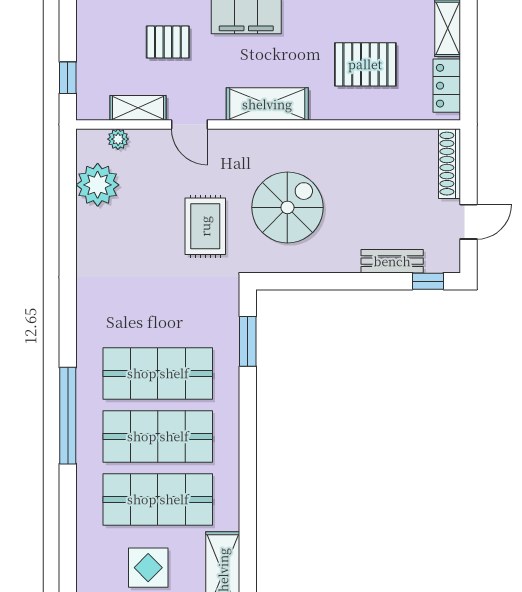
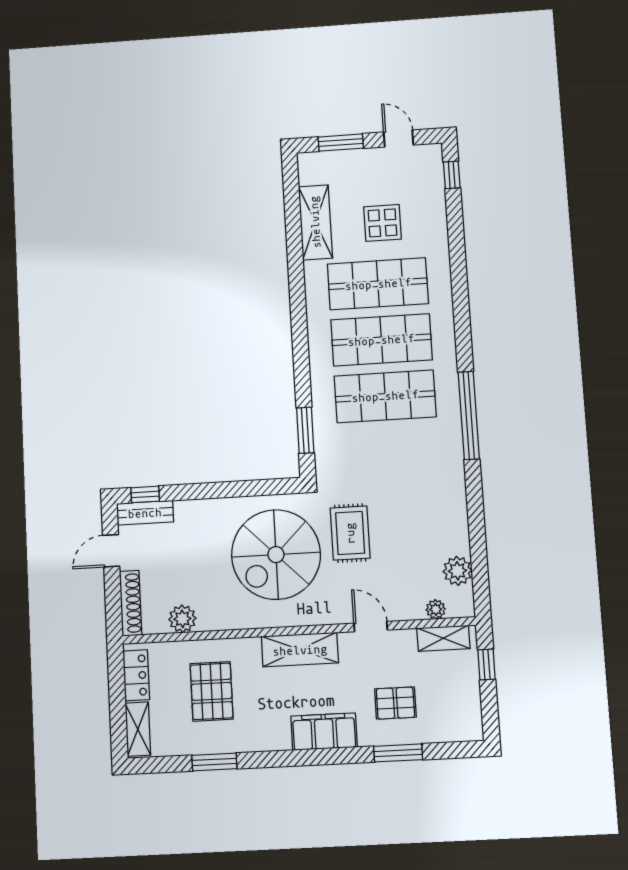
pallet: (365, 64) -> (212, 691), turned 90
shelving: (138, 108) -> (443, 638), moved
plant: (393, 144) -> (182, 619), added
plant: (98, 185) -> (457, 571), width x0.73, depth x0.73
spiral stairs: (287, 207) -> (276, 555), width x1.37, depth x1.37
bench: (392, 261) -> (145, 513), moved
window: (68, 416) -> (469, 415), moved

